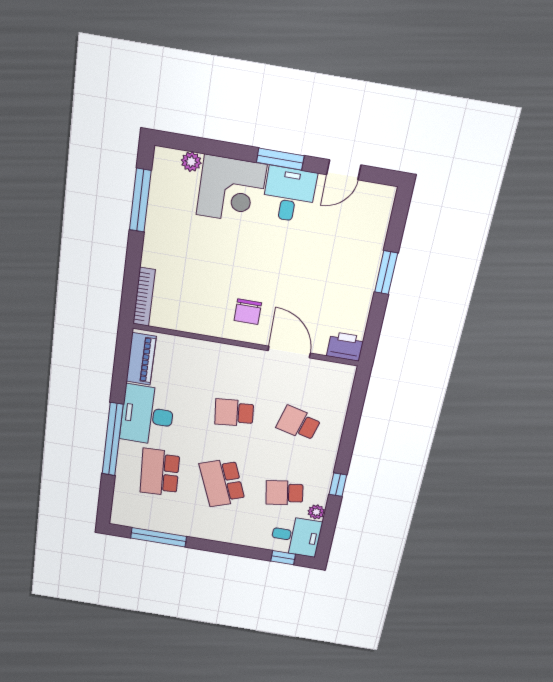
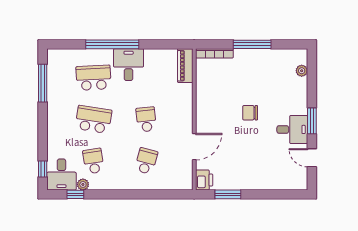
corner desk: (231, 190) -> (289, 96), removed
window: (140, 200) -> (252, 44), moved
window: (386, 273) -> (228, 194), moved
chair: (248, 312) -> (250, 113), moved
piano: (141, 359) -> (185, 66), moved, turned 90
desk: (147, 415) -> (129, 65), width x0.73
school desk: (222, 483) -> (93, 119), turned 30
window: (338, 485) -> (75, 194), moved

